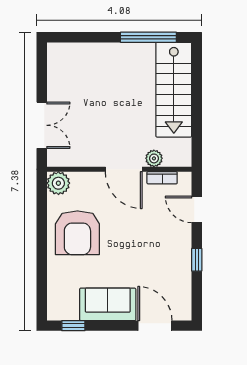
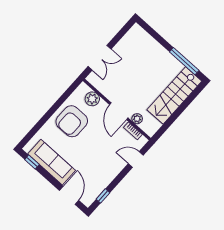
plant: (58, 183) -> (92, 99), moved
door: (197, 209) -> (136, 159), hinge flipped
window: (197, 260) -> (103, 196), moved
sofa: (108, 304) -> (52, 162), width x1.36

